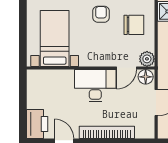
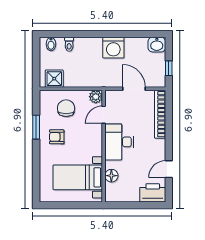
door: (126, 68) -> (104, 115), swing flipped
floor lamp: (146, 77) -> (111, 176), moved
bookcase: (107, 132) -> (160, 114), moved

